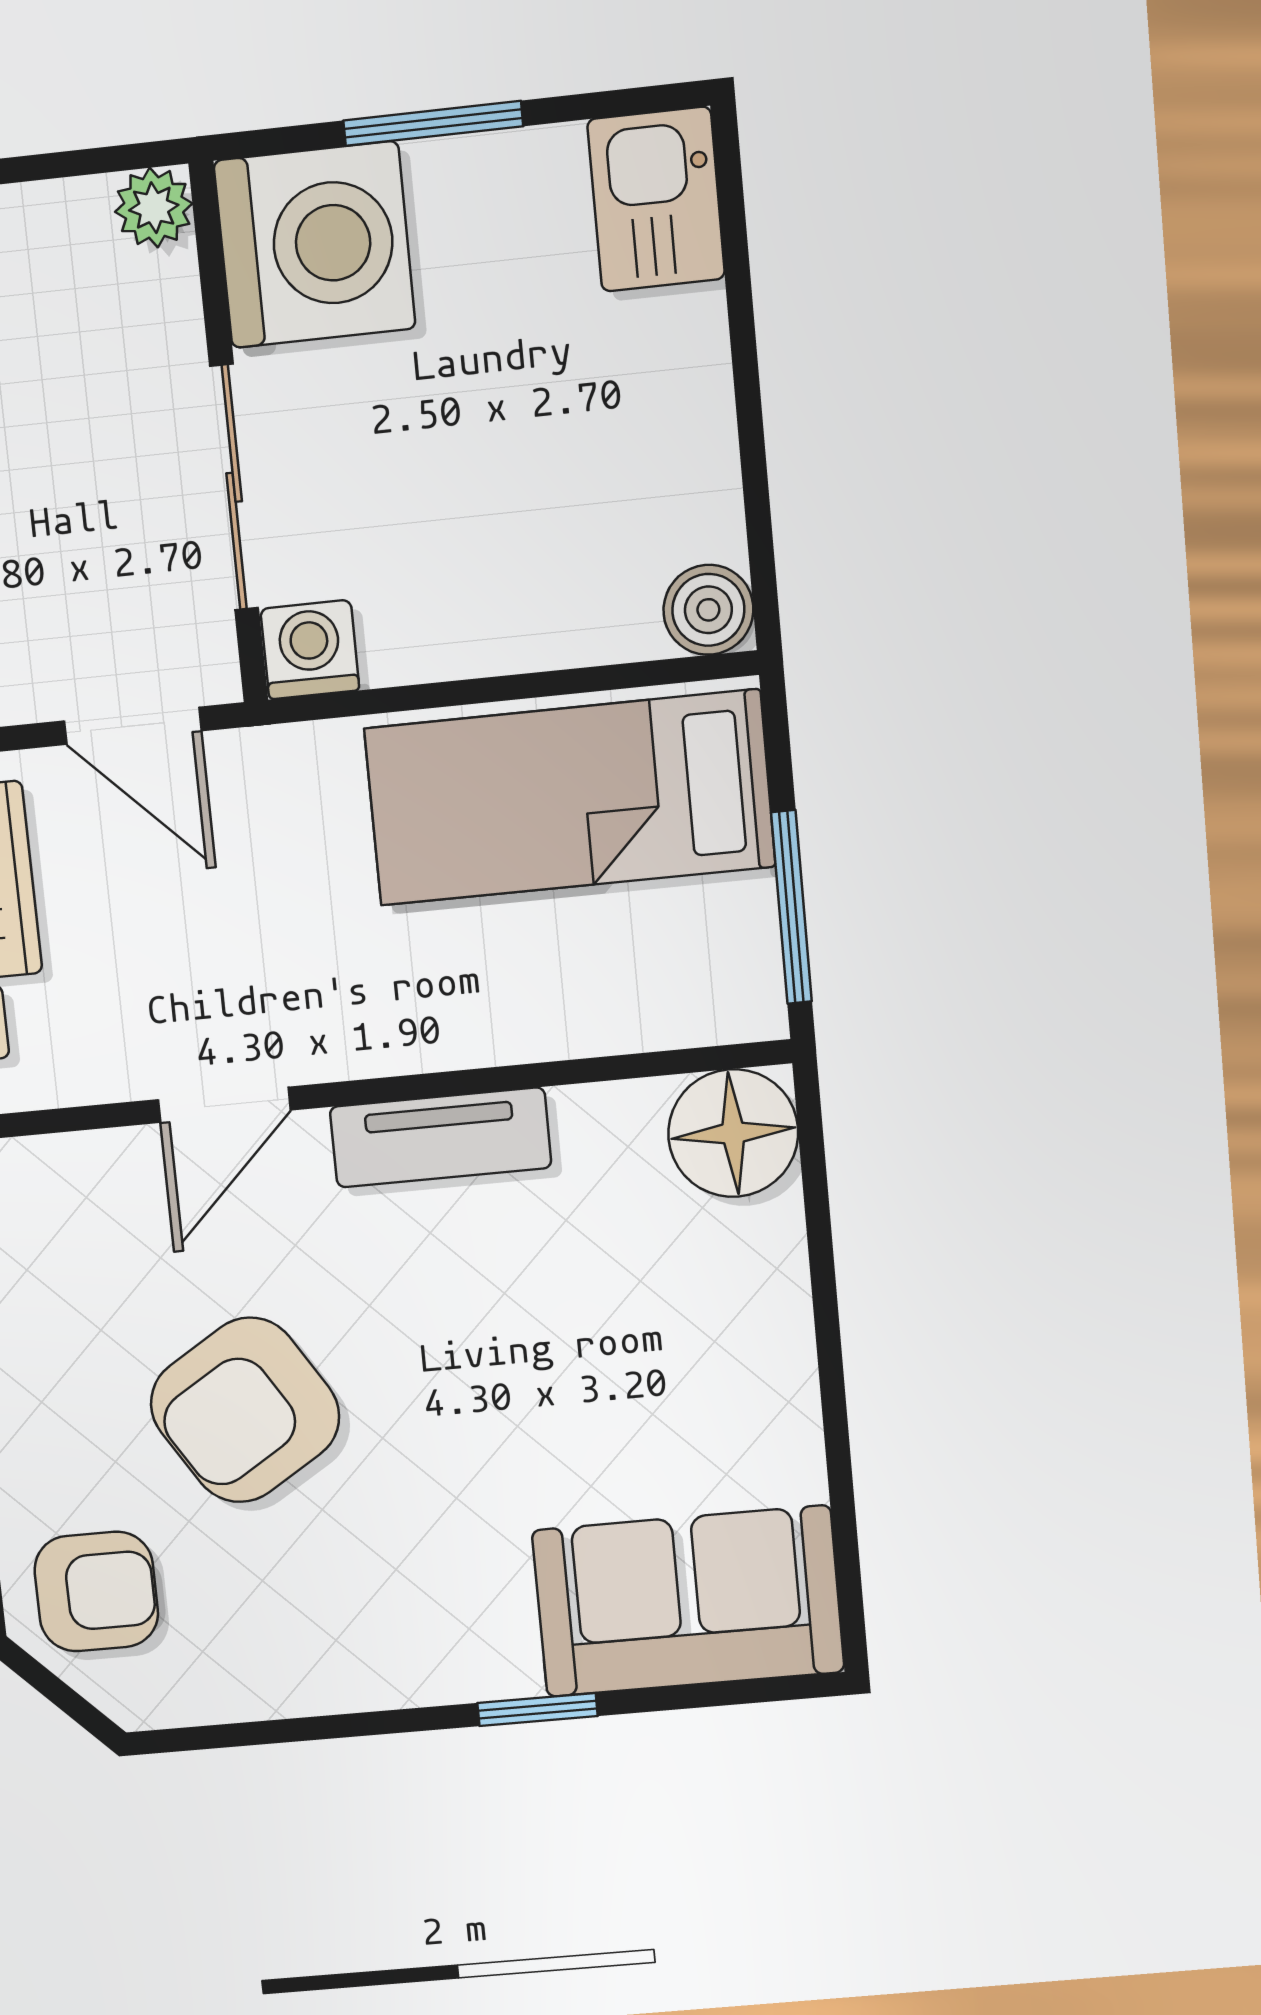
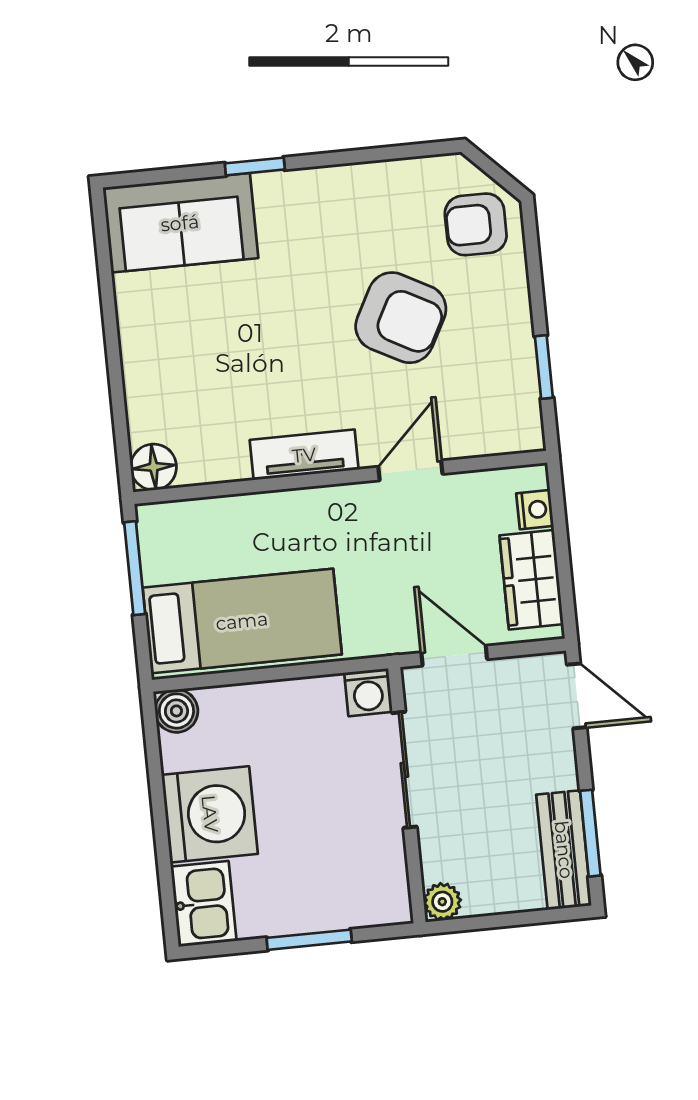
washing machine: (315, 245) -> (210, 814), moved, turned 180
floor lamp: (733, 1133) -> (154, 467), width x0.73, depth x0.73
armchair: (245, 1410) -> (401, 318), turned 60

